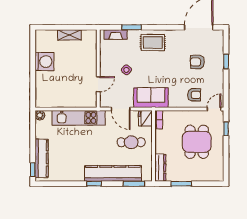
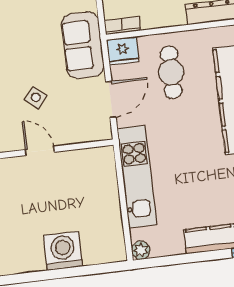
washing machine: (44, 62) -> (63, 251), moved
door: (98, 84) -> (40, 151), moved

